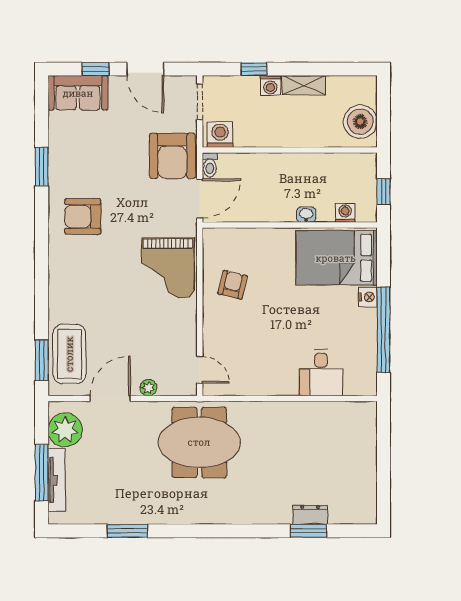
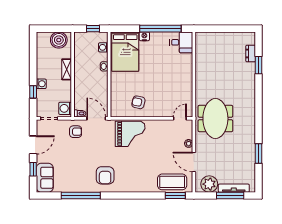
shelving: (304, 85) -> (67, 69), moved
armchair: (172, 156) -> (76, 132), width x0.53, depth x0.53
window: (42, 167) -> (81, 195), width x2.11
desk: (321, 373) -> (181, 42), moved
dresser: (310, 515) -> (251, 53), moved

